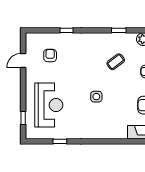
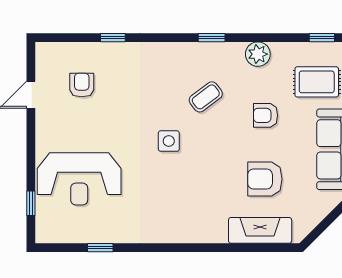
side table: (96, 97) -> (169, 141), moved
reception desk: (49, 105) -> (79, 179), turned 90

